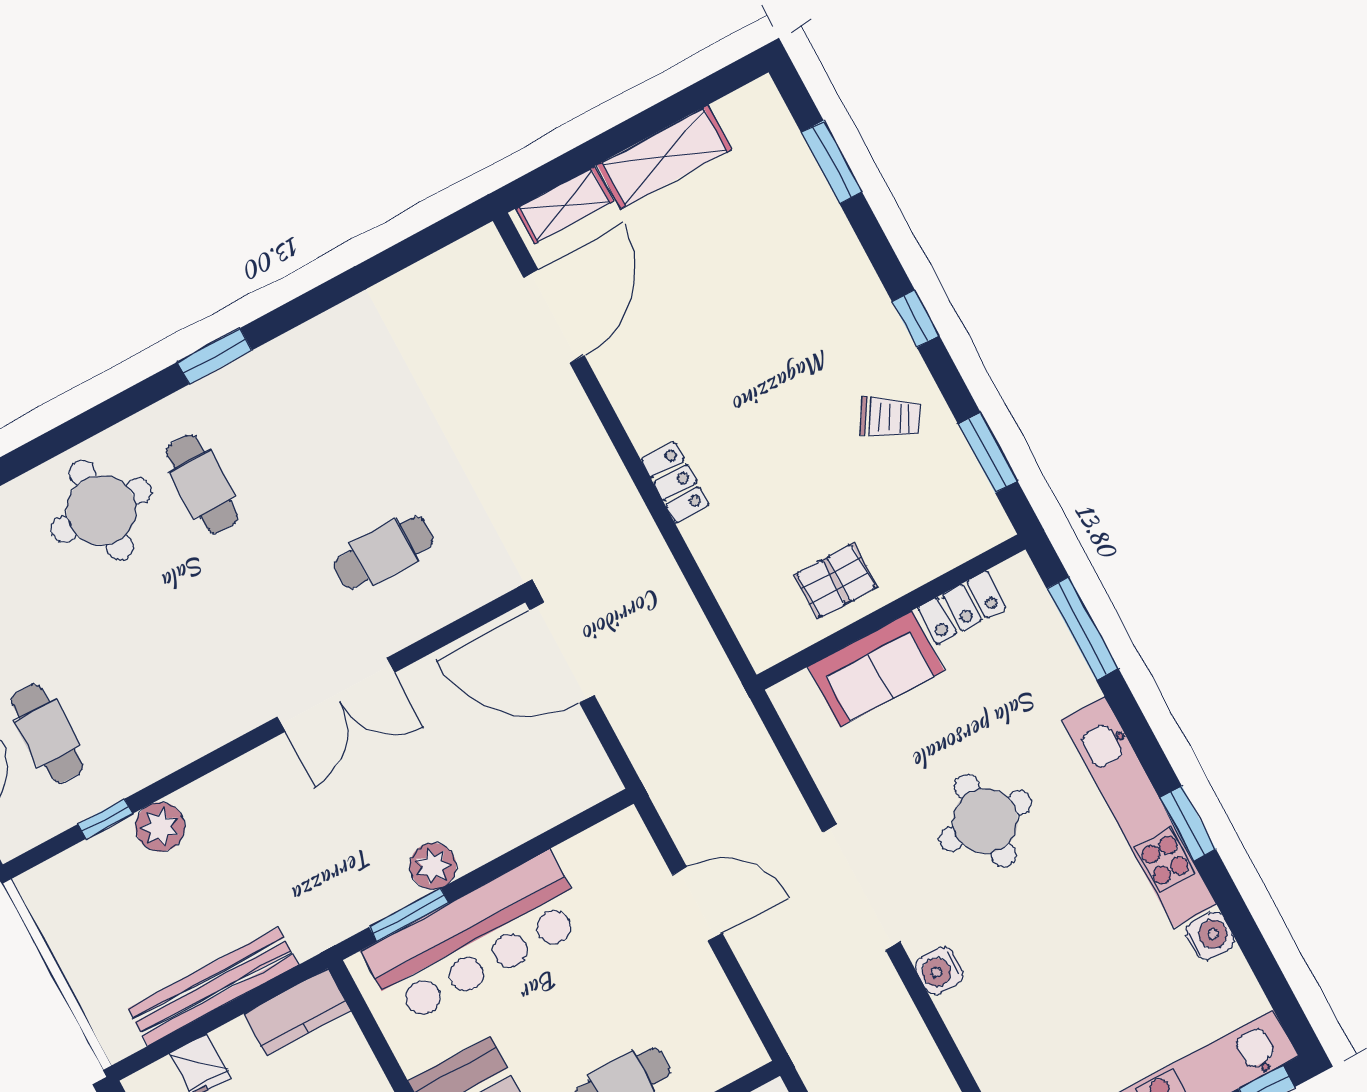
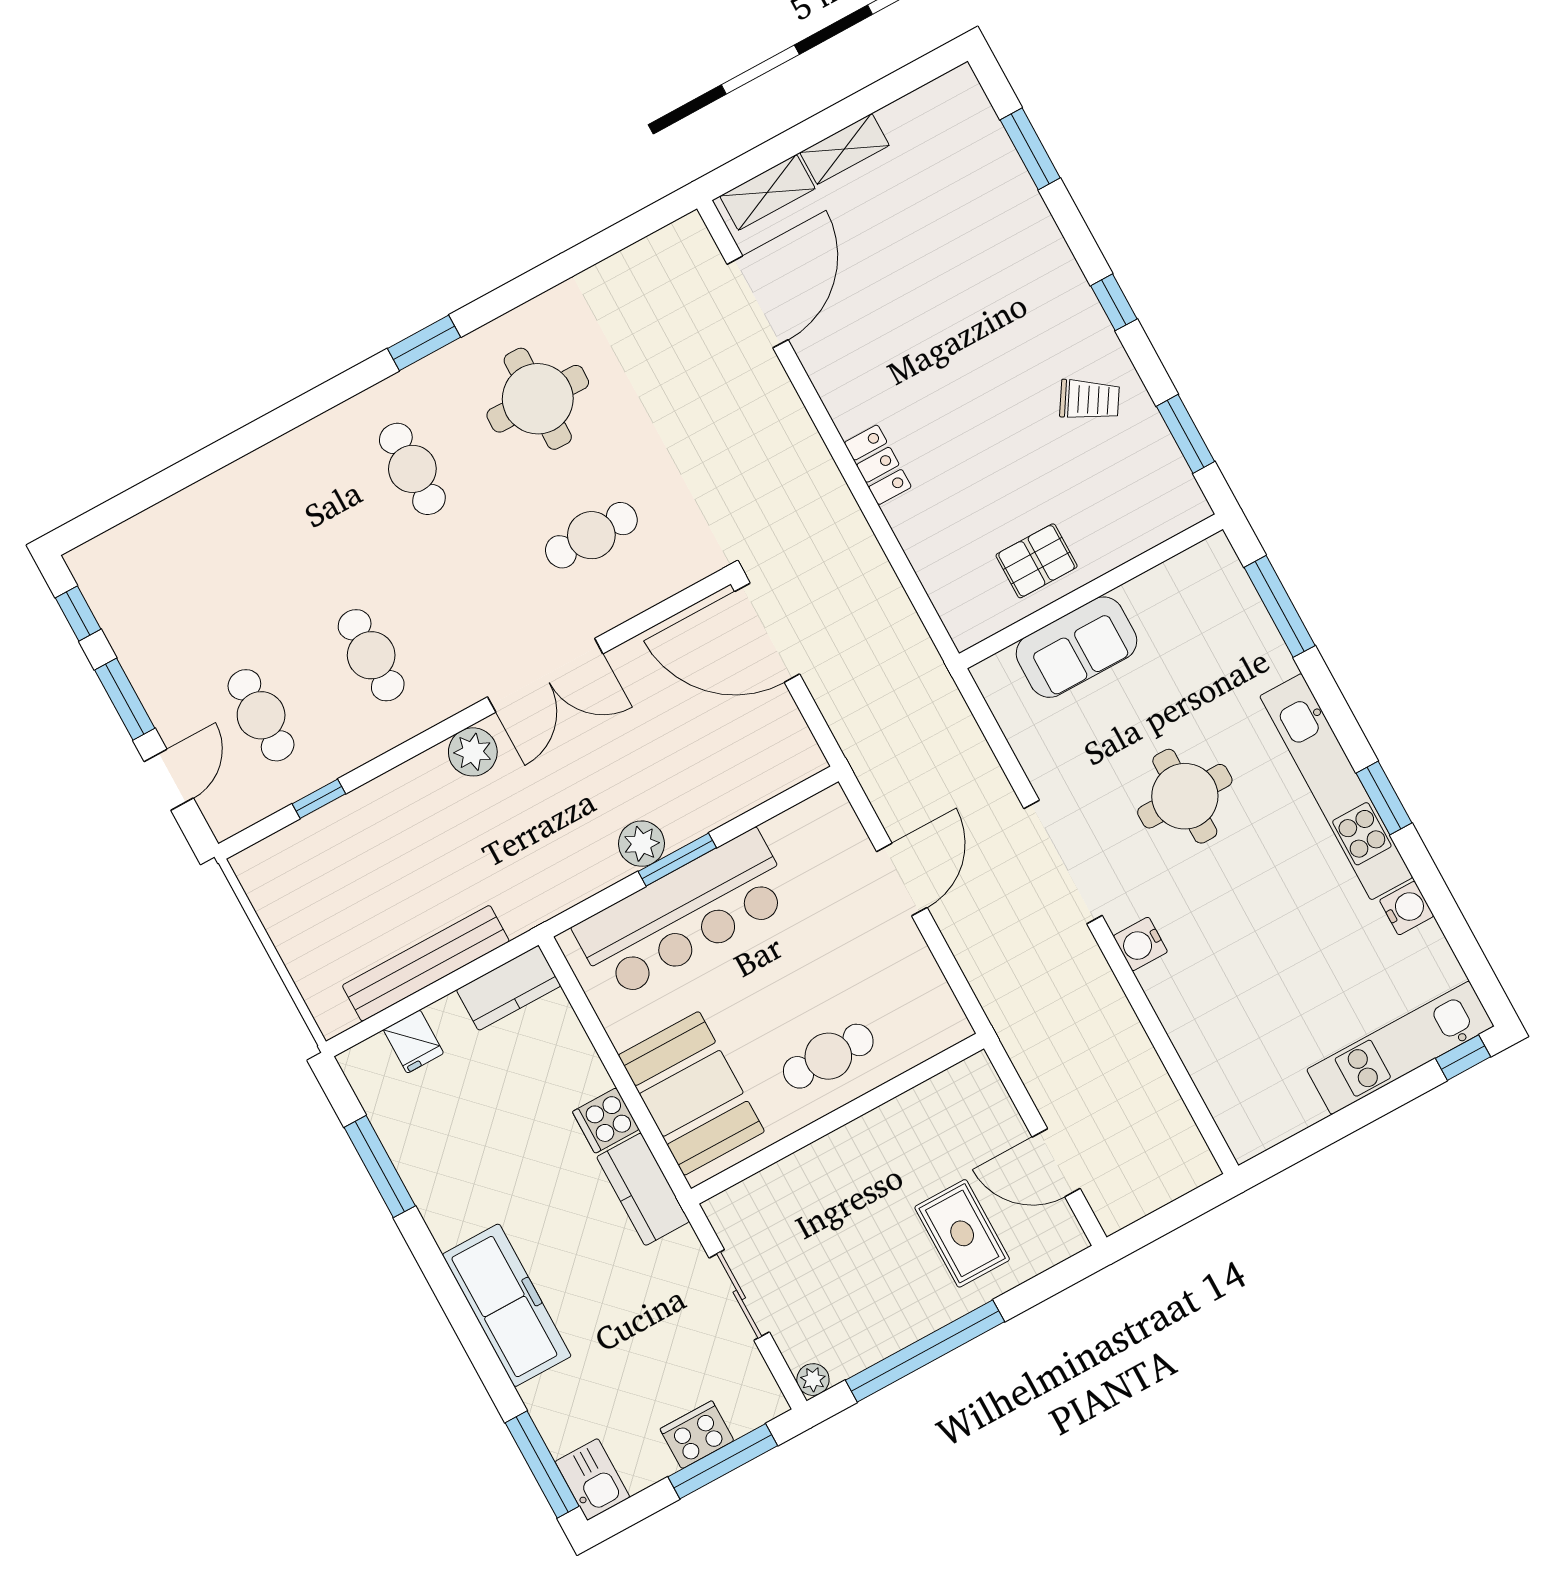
shelving: (664, 157) -> (845, 149), width x0.67, depth x0.75
round table: (101, 510) -> (538, 399), moved
locker: (962, 608) -> (1161, 587), removed
cafe table: (159, 673) -> (371, 655), added
plant: (160, 827) -> (473, 752), moved
door: (697, 904) -> (902, 880), hinge flipped
window: (409, 915) -> (677, 860), moved

